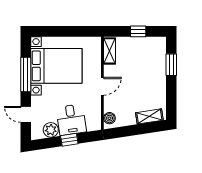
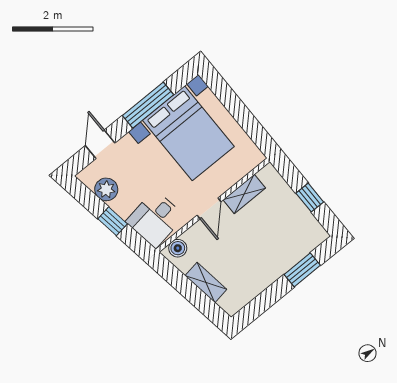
shelving: (110, 51) -> (244, 194), moved
door: (102, 86) -> (209, 208), hinge flipped
shelving: (149, 116) -> (206, 282), moved
desk: (71, 120) -> (155, 219), moved

